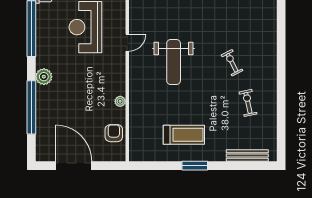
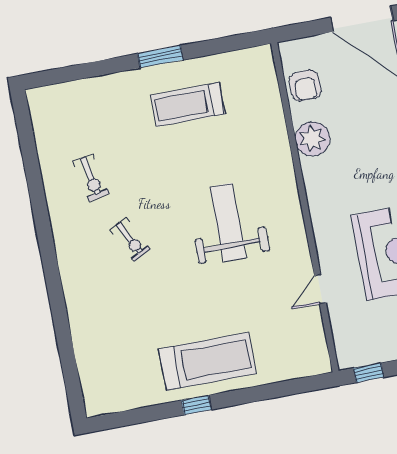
door: (127, 43) -> (320, 289), moved
plant: (120, 101) -> (312, 139), width x1.87, depth x1.87
bench: (247, 155) -> (76, 90), removed

